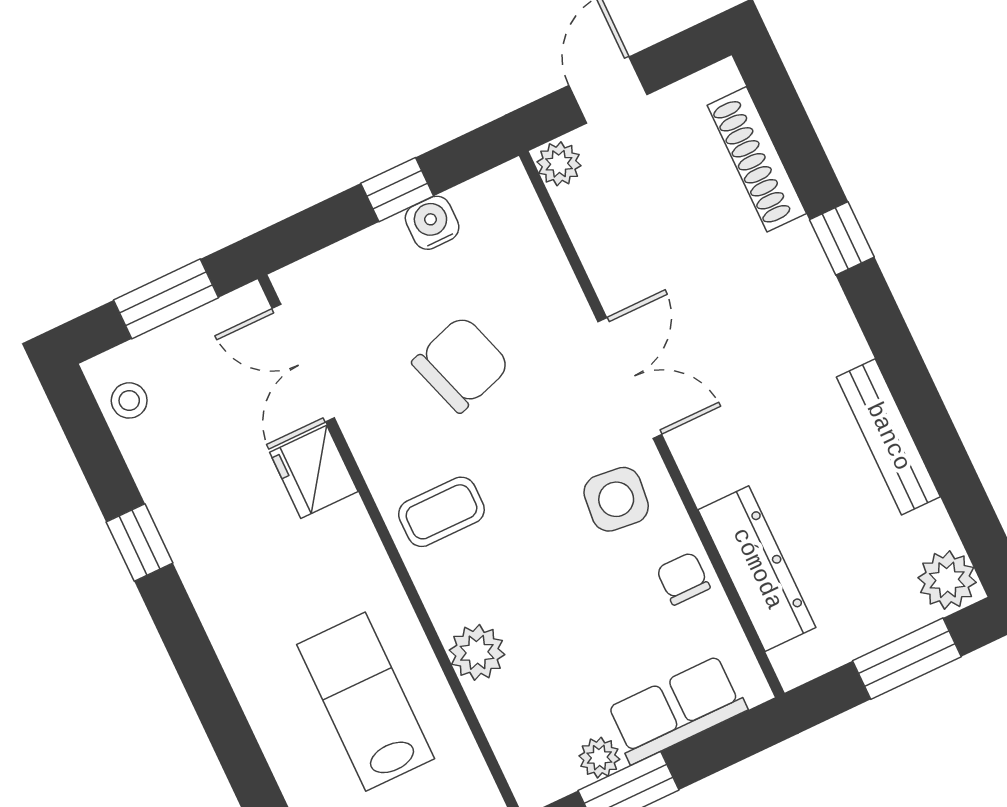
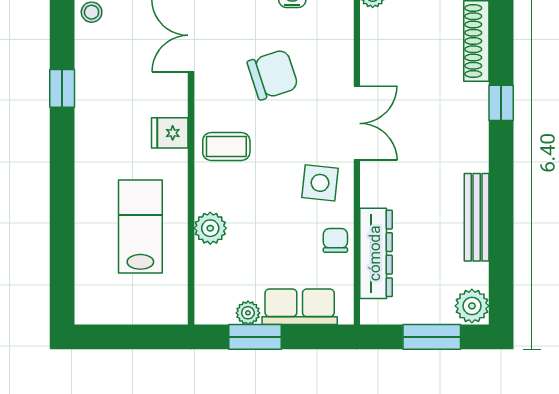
fridge: (314, 472) -> (170, 133), moved, width x0.72

